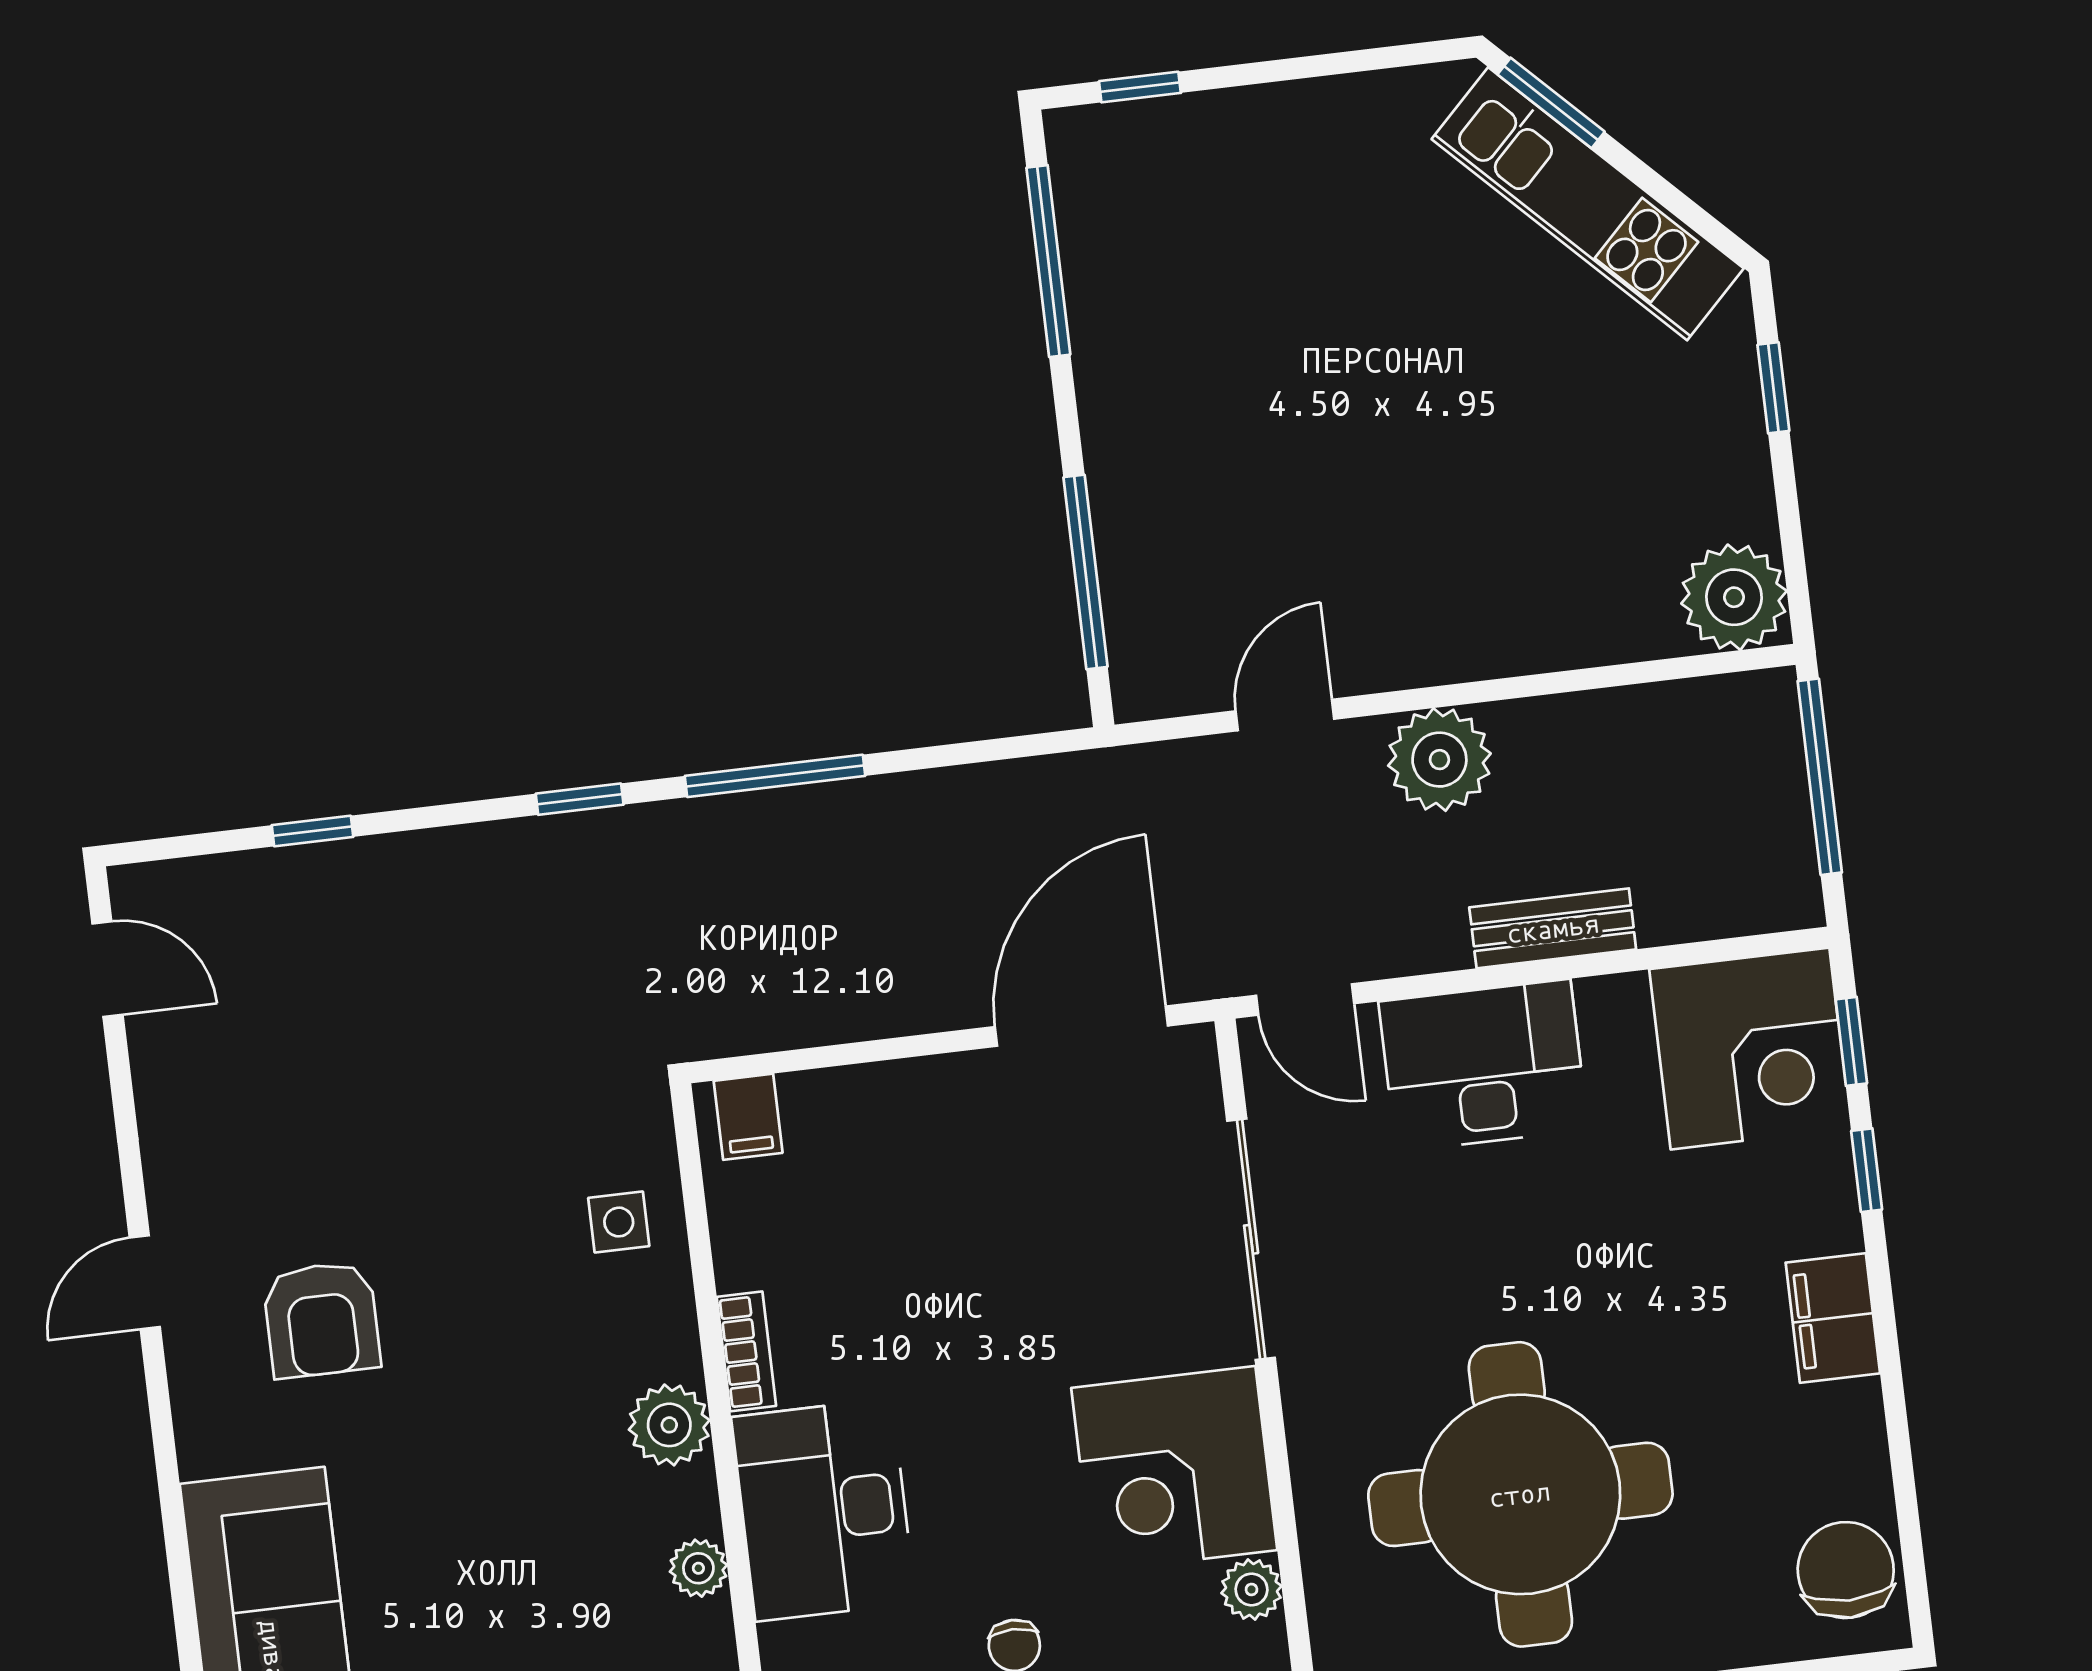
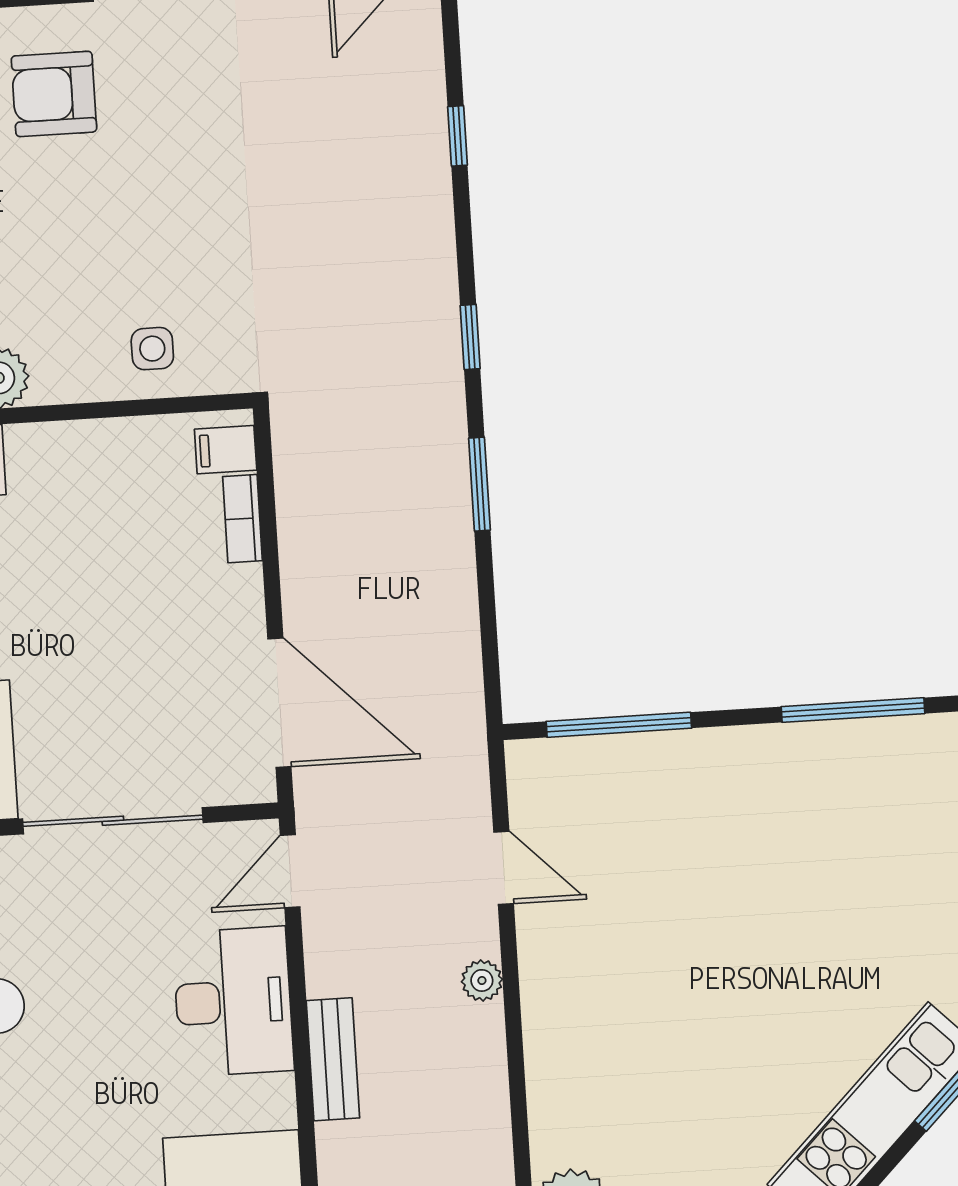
plant: (1439, 760) -> (482, 980), width x0.53, depth x0.53
window: (775, 776) -> (479, 484), width x0.69
armchair: (322, 1320) -> (54, 94), moved
bookcase: (746, 1351) -> (243, 519), moved, turned 90

